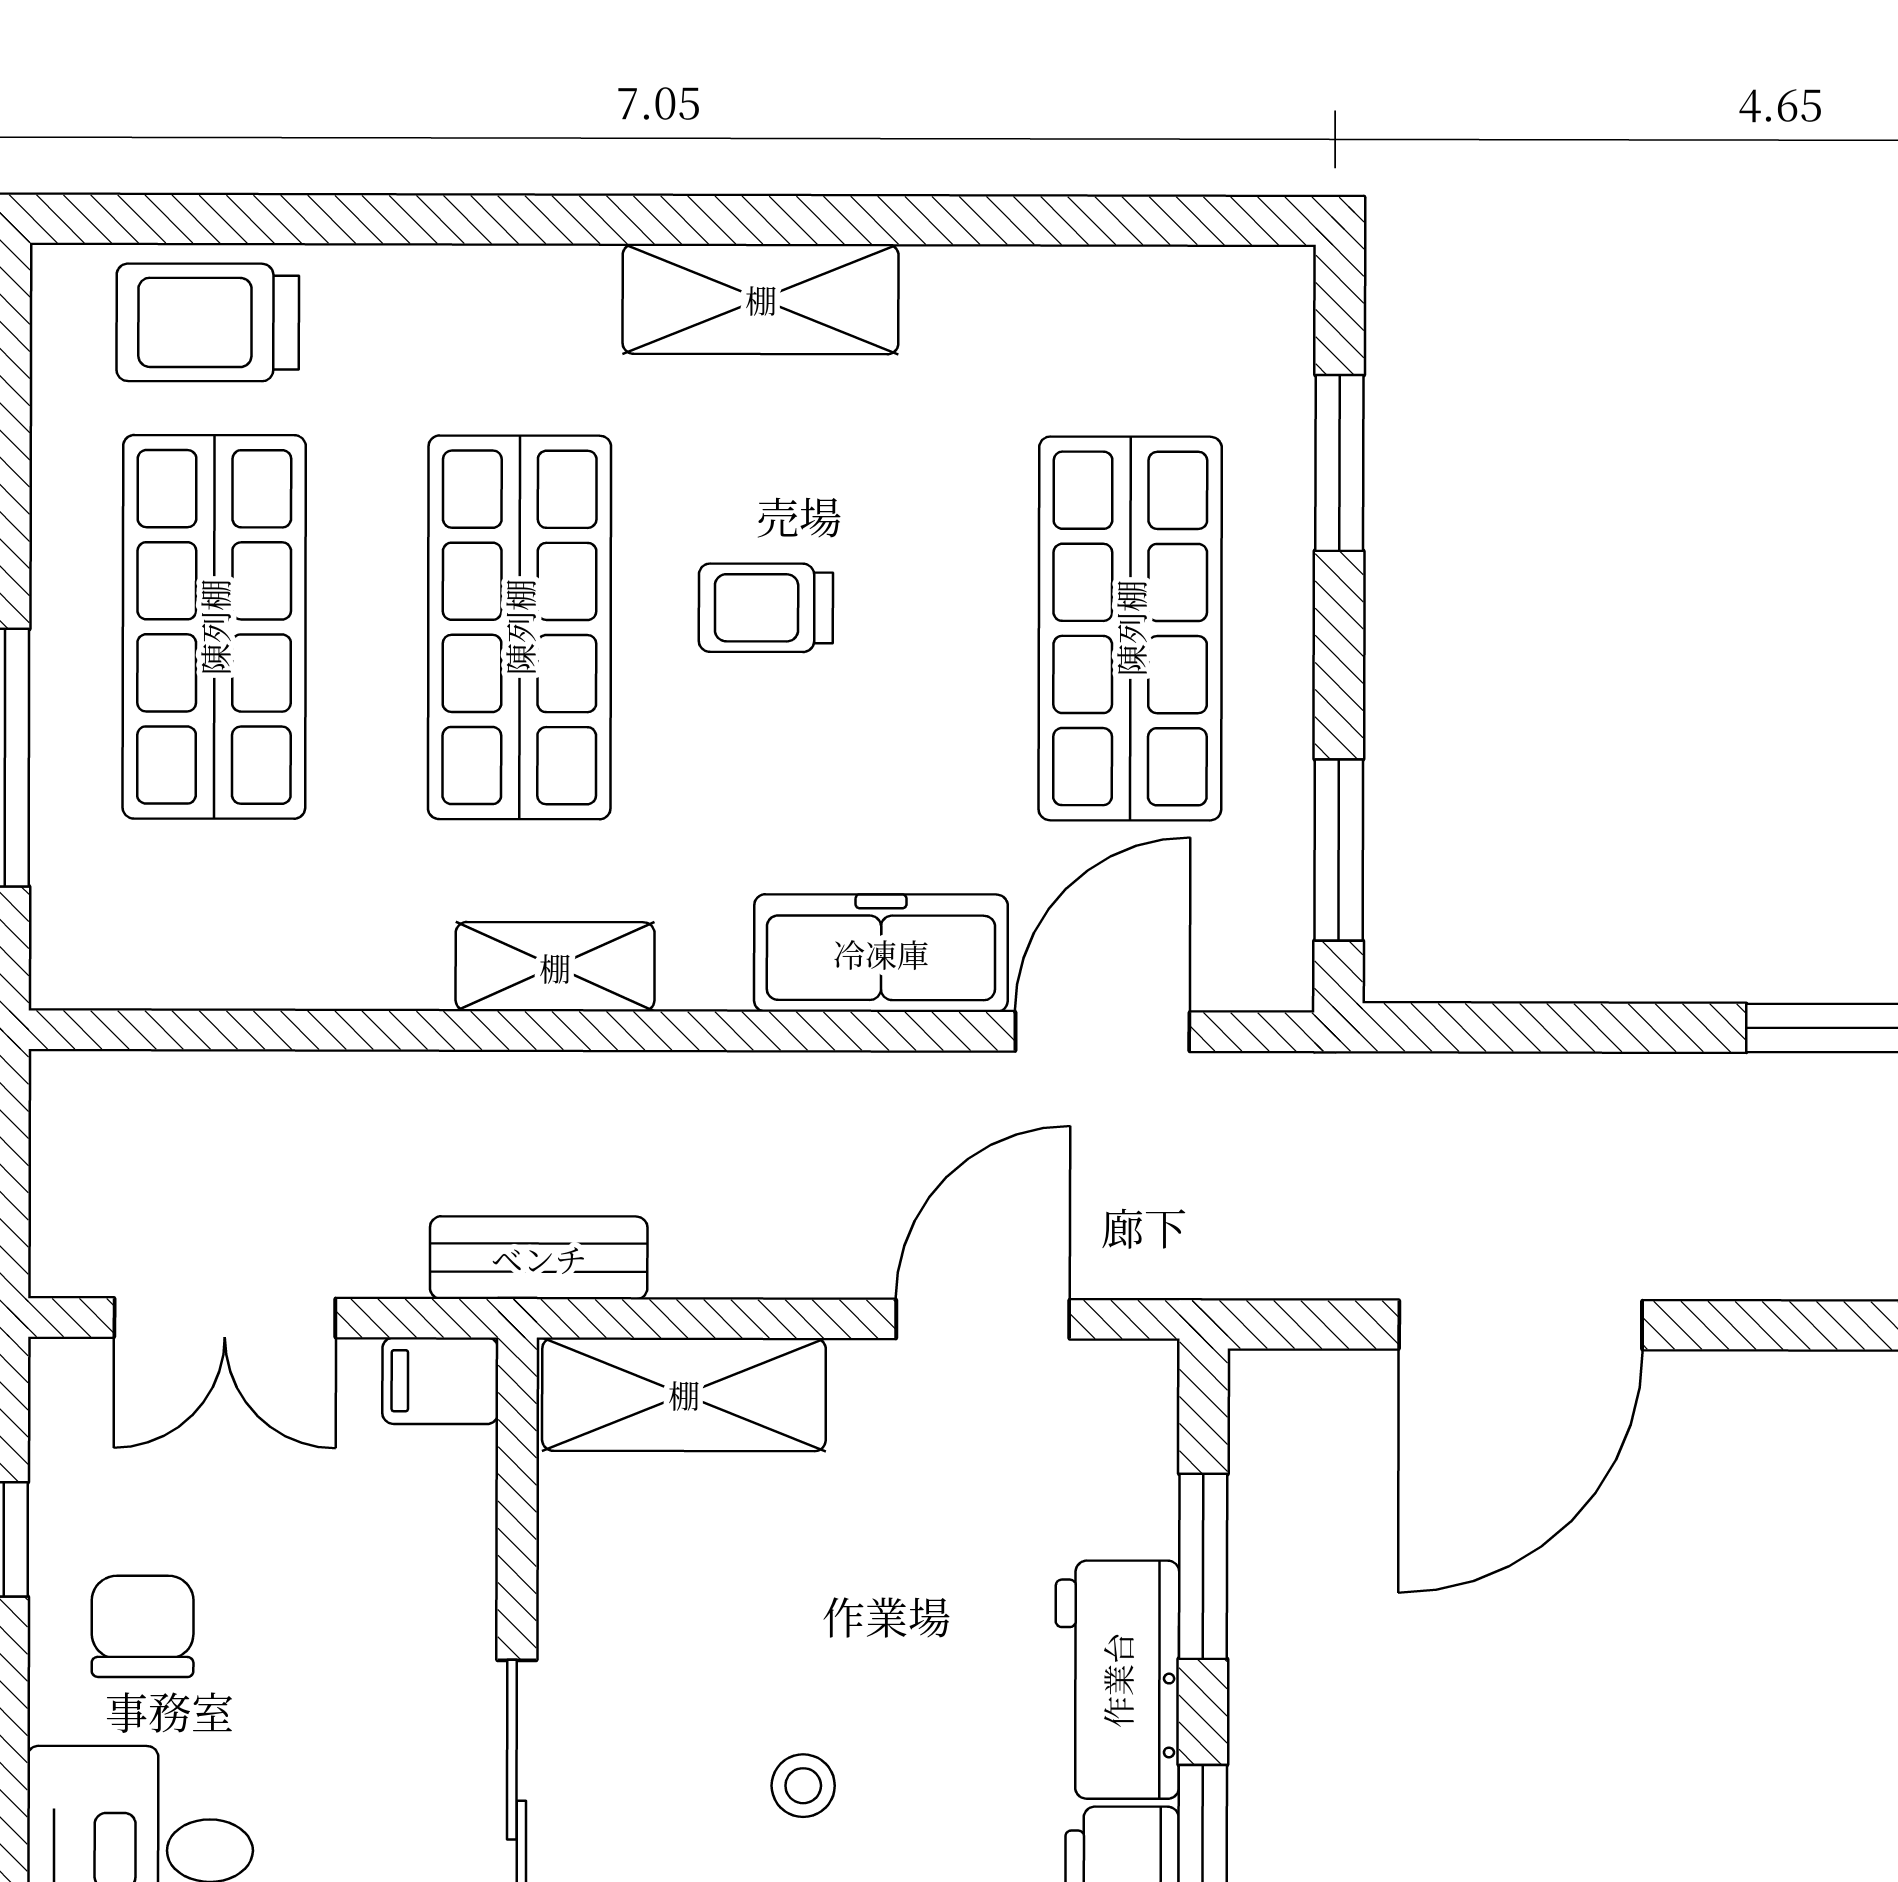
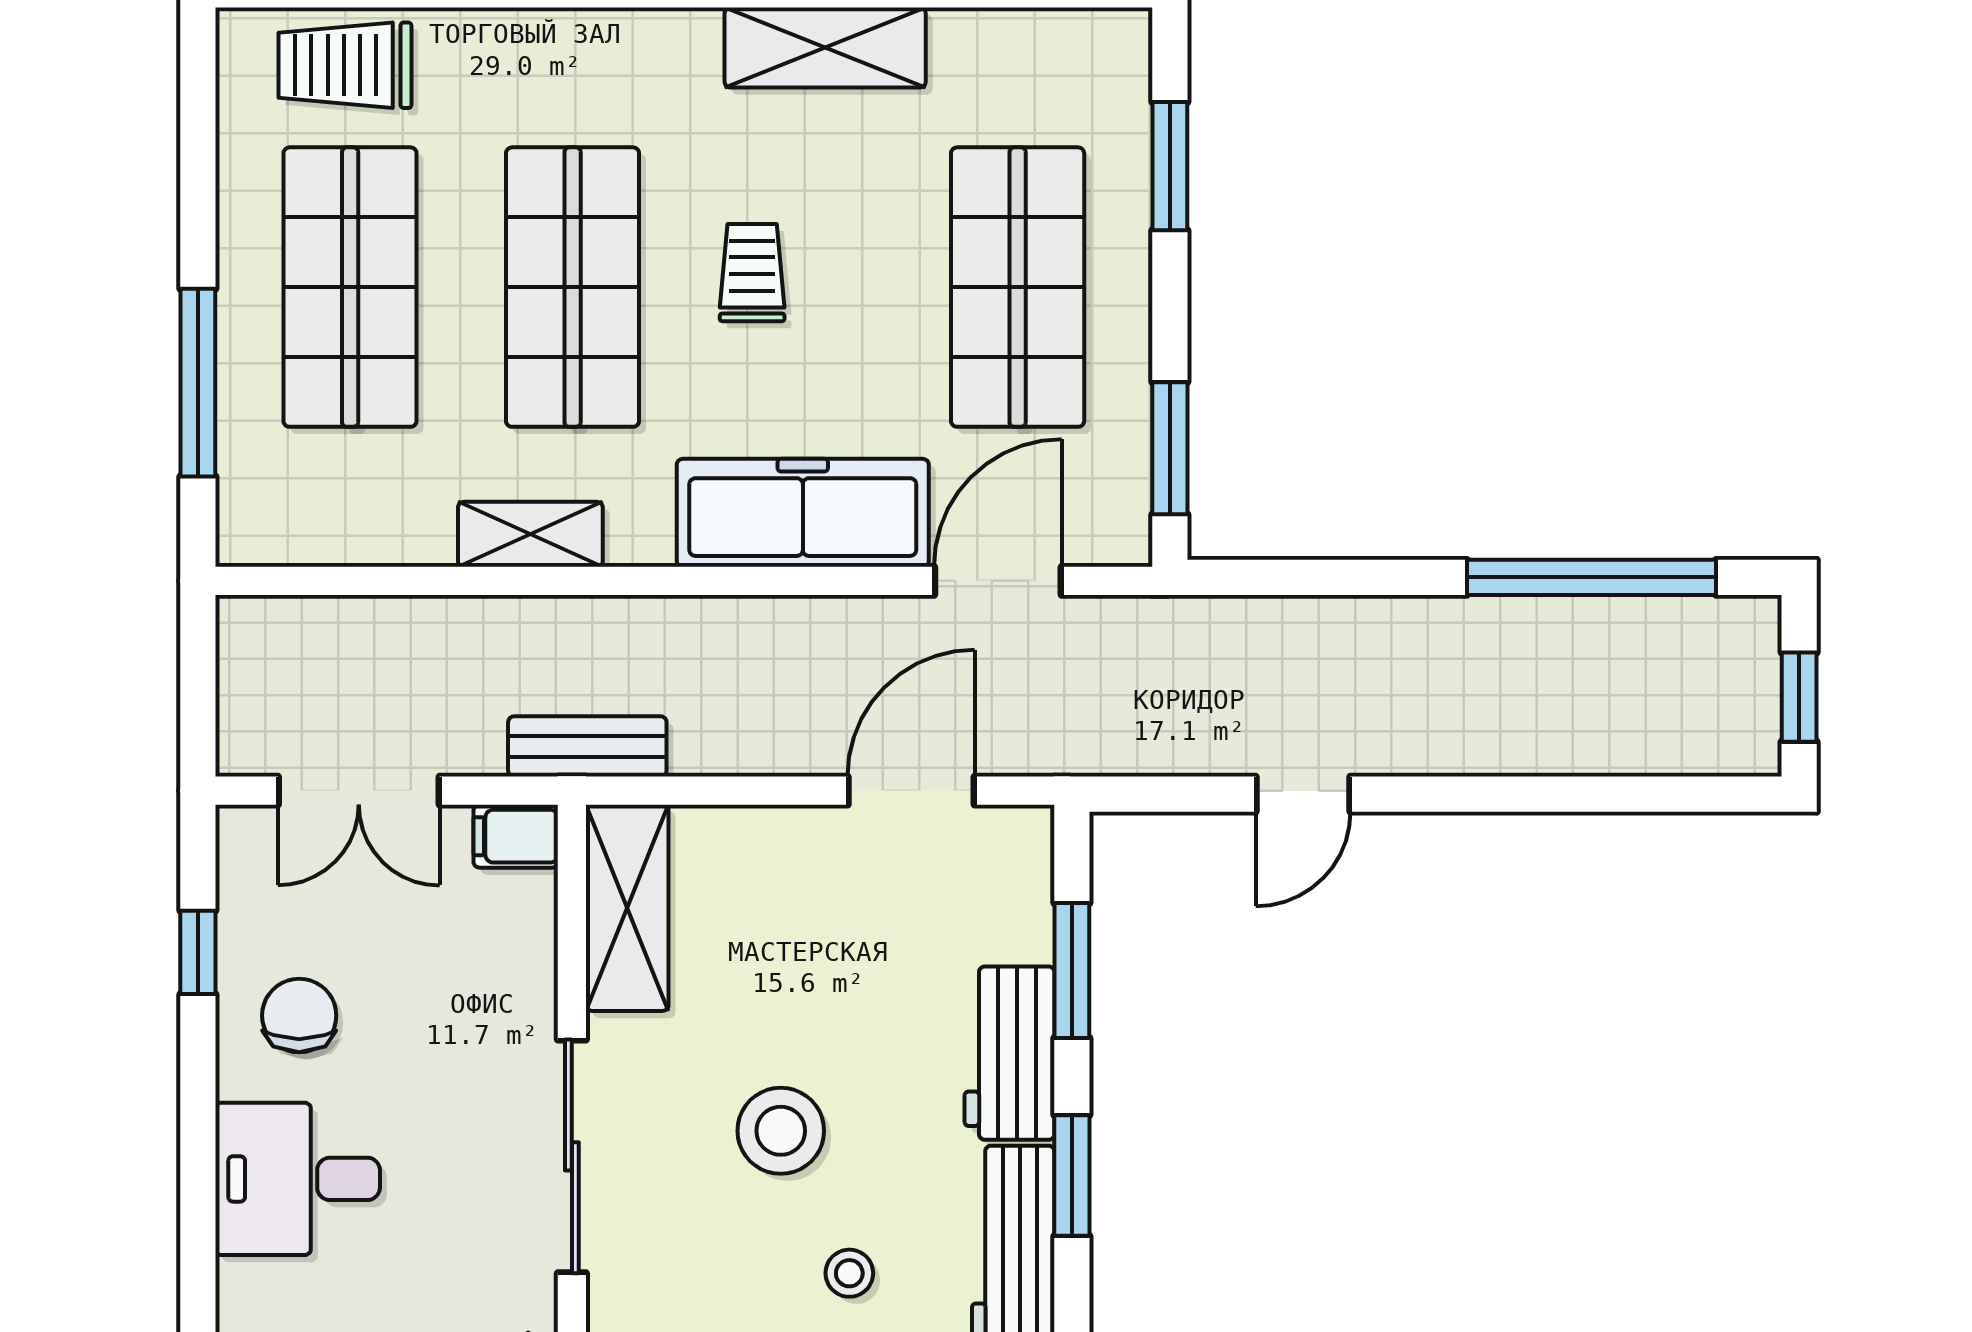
shelving: (761, 299) -> (825, 48), moved
trolley: (766, 608) -> (752, 273), turned 90
freezer: (881, 953) -> (803, 513), width x1.36, depth x1.26
shelving: (555, 967) -> (530, 534), moved
door: (1521, 1325) -> (1303, 794), width x0.53
shelving: (684, 1394) -> (627, 908), moved, turned 90
stool: (803, 1786) -> (781, 1131), width x1.89, depth x1.89

